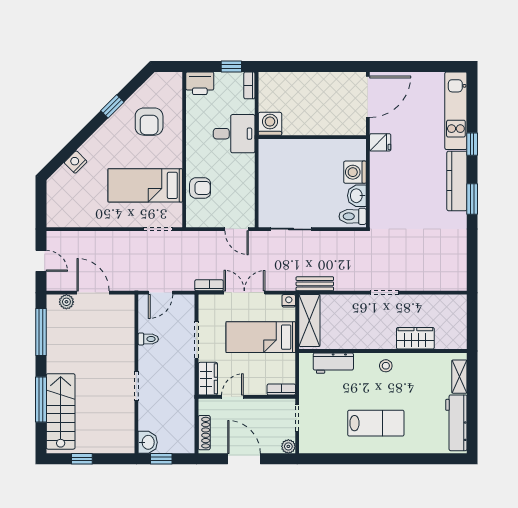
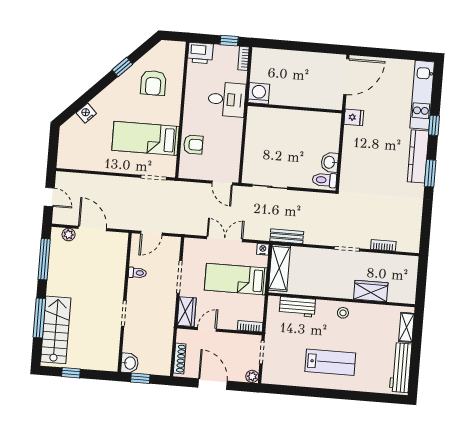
washing machine: (355, 172) -> (330, 142), removed
bookcase: (209, 285) -> (383, 245), moved

